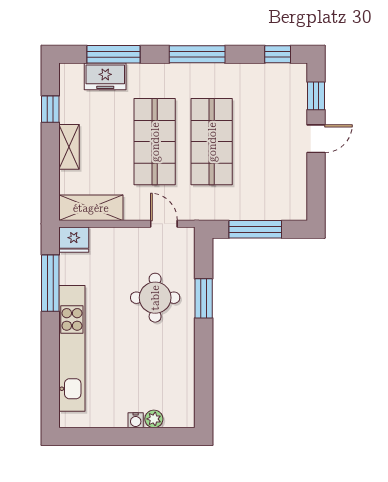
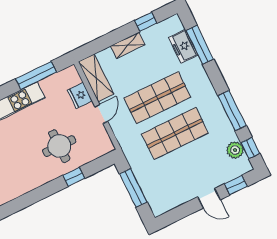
window: (197, 54) -> (232, 111), moved
plant: (271, 75) -> (235, 150), added
door: (164, 224) -> (101, 114), moved
fridge: (74, 240) -> (80, 95), moved
window: (204, 298) -> (74, 177), width x0.67

